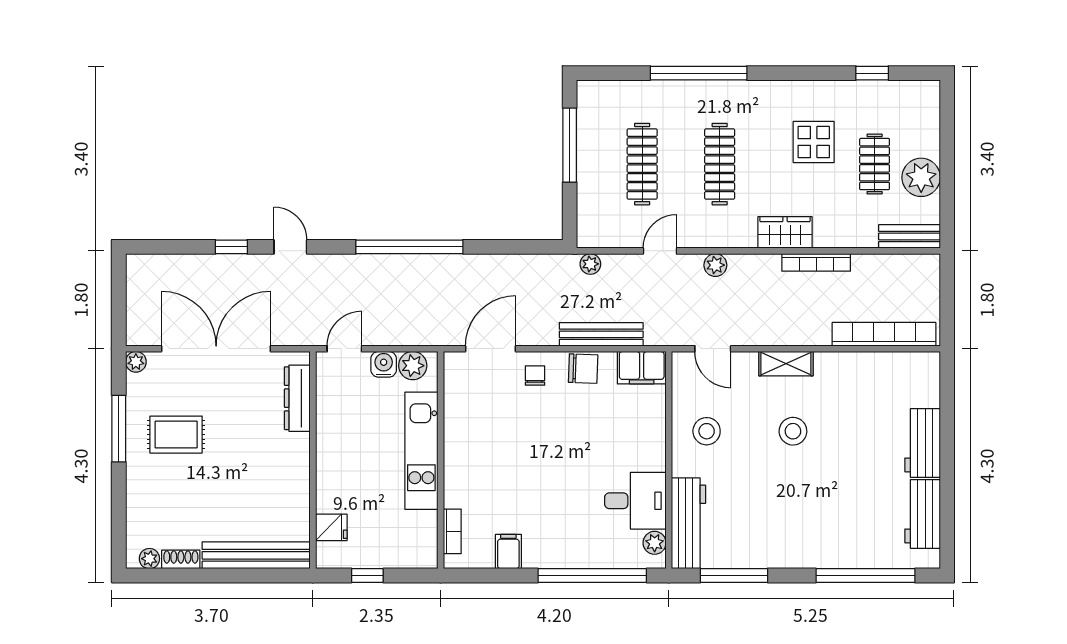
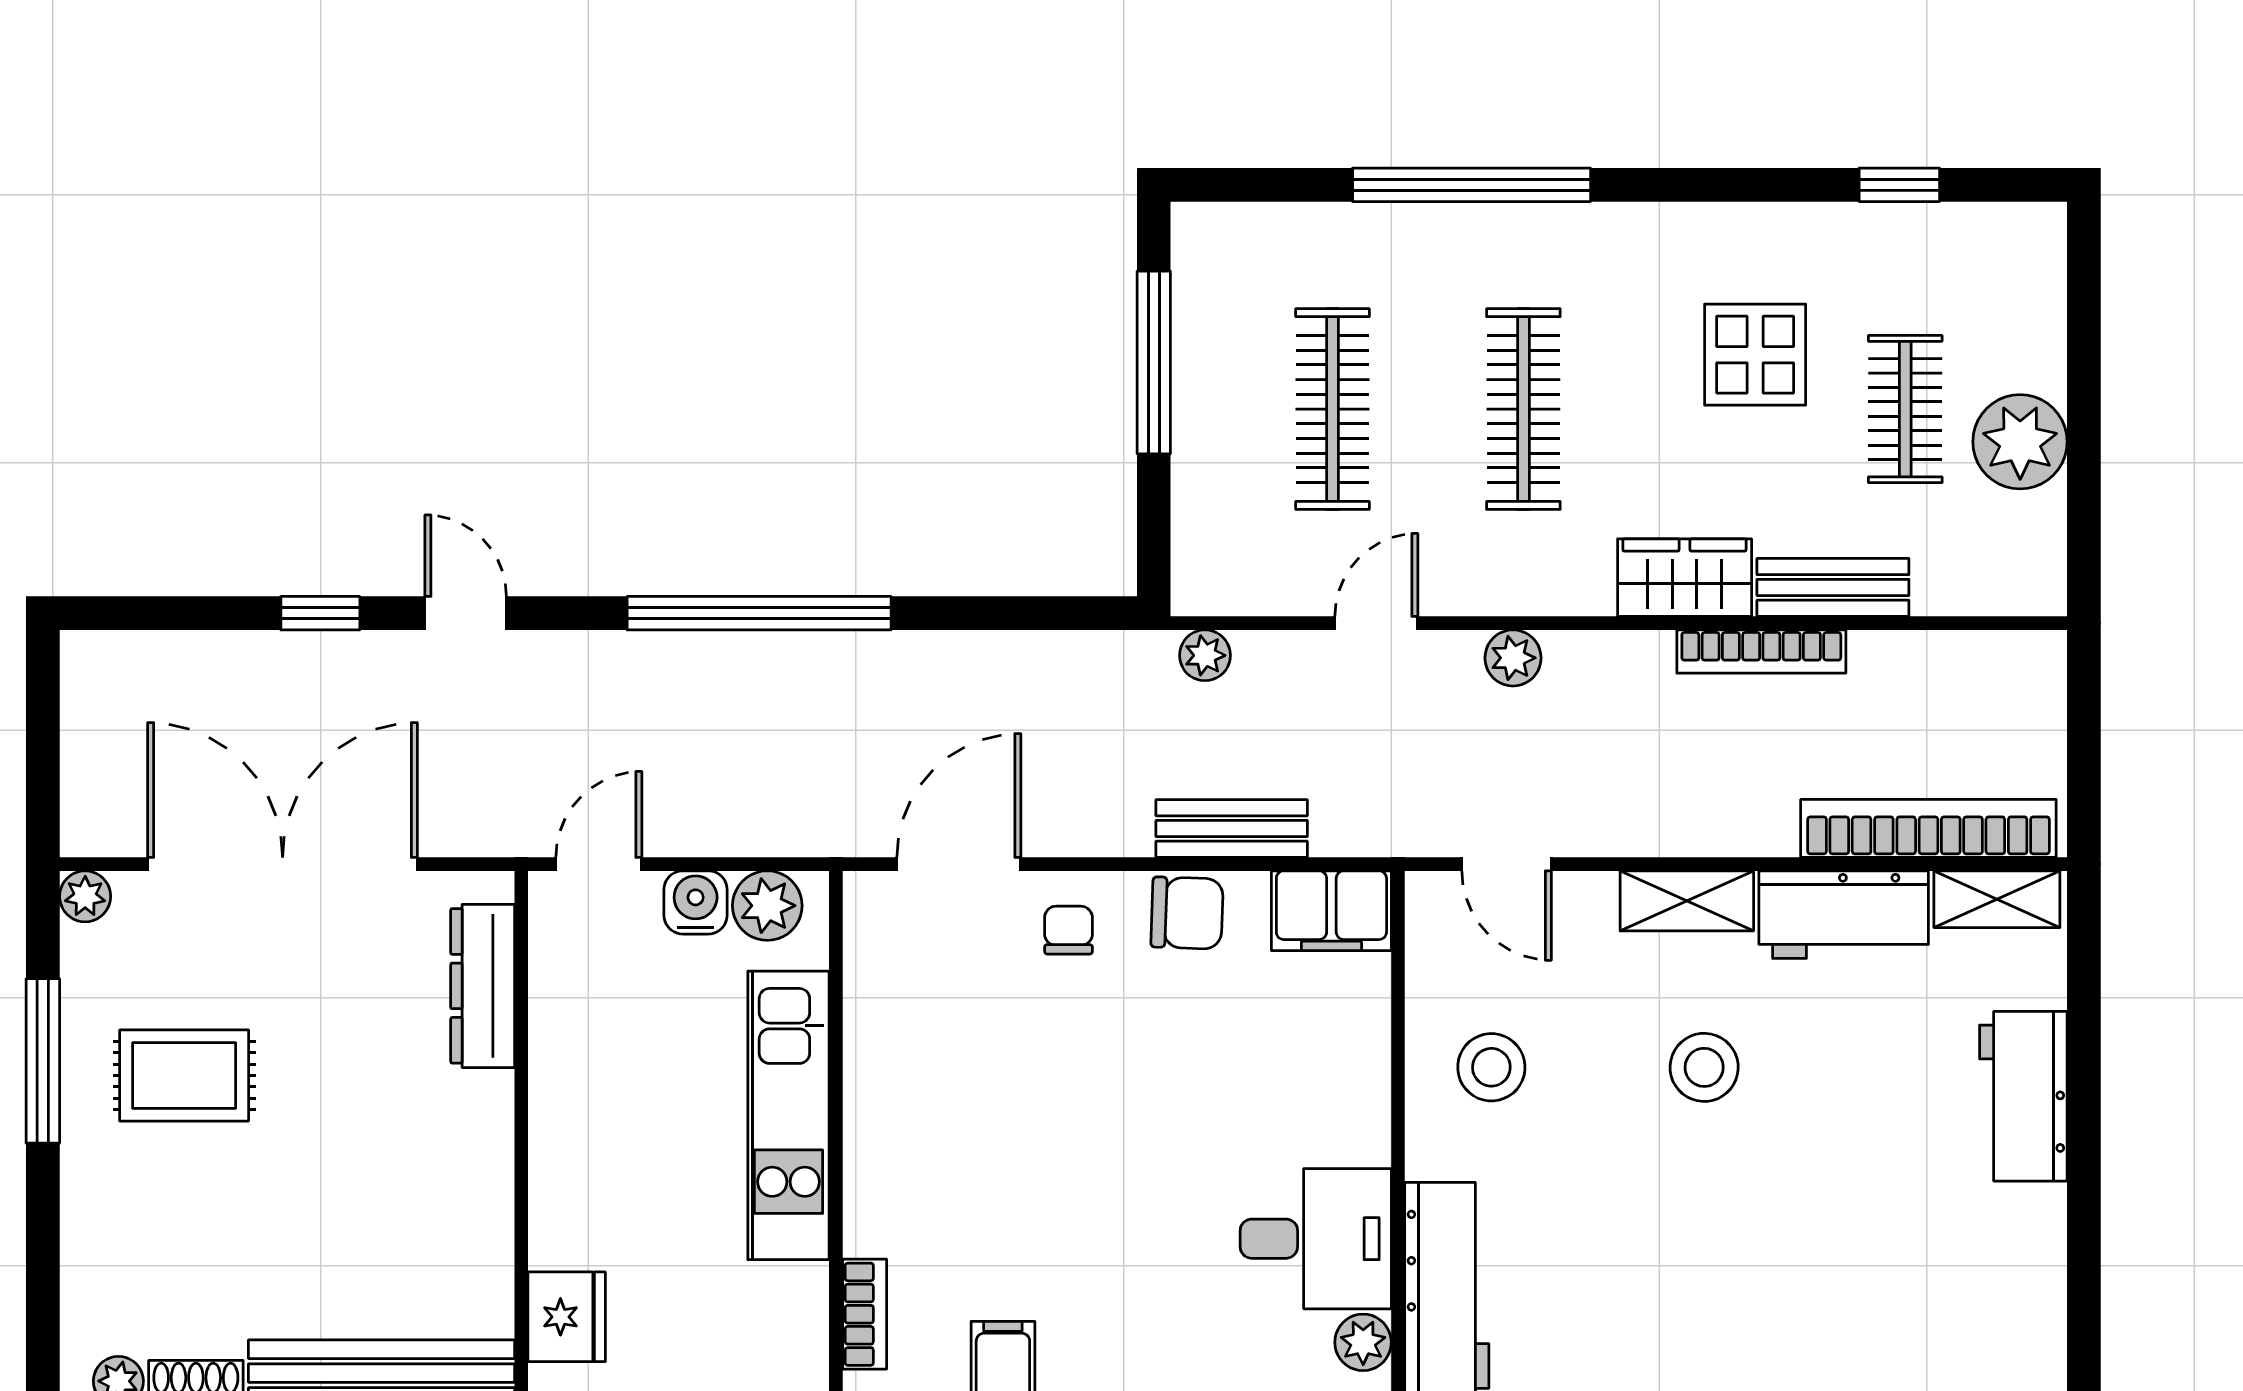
bench: (909, 236) -> (1833, 587), moved
bench: (601, 334) -> (1232, 829), width x0.73
shelving: (912, 363) -> (1997, 899), added
workbench: (923, 514) -> (1844, 915), moved, turned -90
fridge: (331, 527) -> (567, 1317), width x1.38

